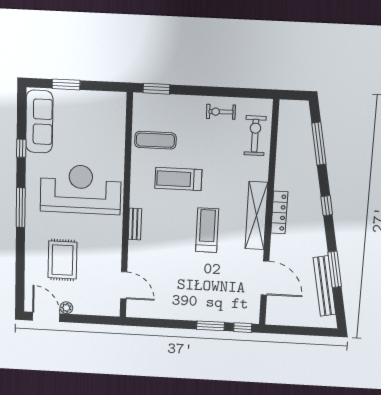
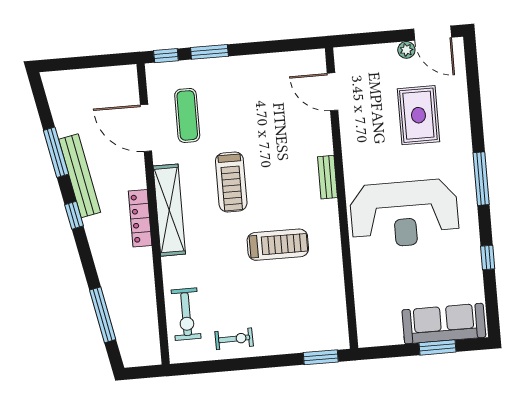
sofa: (39, 122) -> (444, 324), moved, turned 90
exercise mat: (155, 140) -> (187, 115), moved, turned 90
window: (327, 206) -> (74, 215), moved
bench: (324, 286) -> (80, 176), moved

